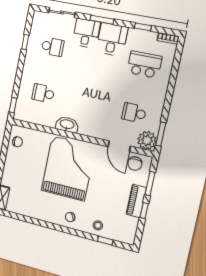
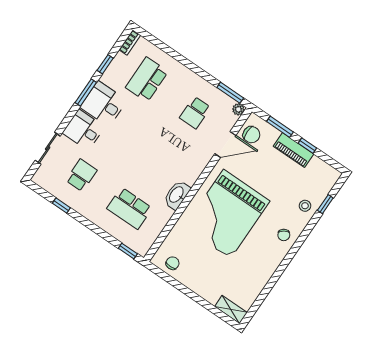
window: (102, 20) -> (86, 92), moved
school desk: (43, 93) -> (130, 208), width x1.85
plant: (147, 140) -> (238, 109), width x0.53, depth x0.53
grand piano: (68, 168) -> (227, 214), turned -90

